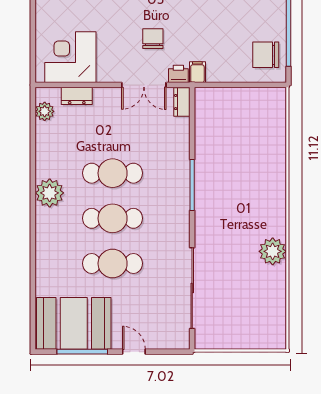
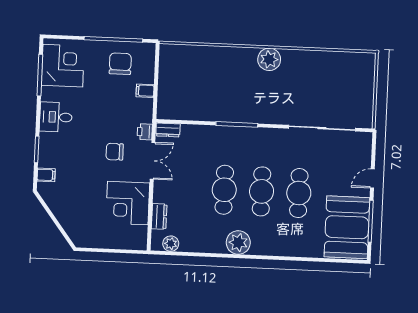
chair: (266, 55) -> (120, 64), moved, turned 180
corner desk: (70, 57) -> (128, 203), moved
filing cabinet: (197, 72) -> (145, 91), moved
plant: (273, 251) -> (269, 59), moved

